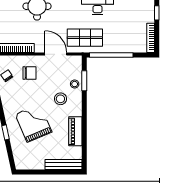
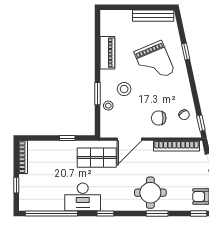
door: (56, 54) -> (129, 139), hinge flipped
window: (111, 55) -> (67, 138), width x0.32
window: (84, 81) -> (97, 94), moved
bench: (64, 165) -> (153, 16), moved

